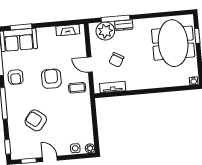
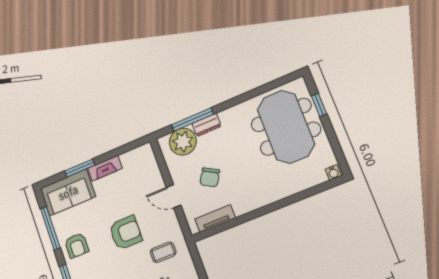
window: (21, 27) -> (80, 168), moved
fireplace: (68, 30) -> (105, 168), moved
armchair: (51, 79) -> (126, 233), turned 90
coffee table: (77, 88) -> (163, 252), moved

